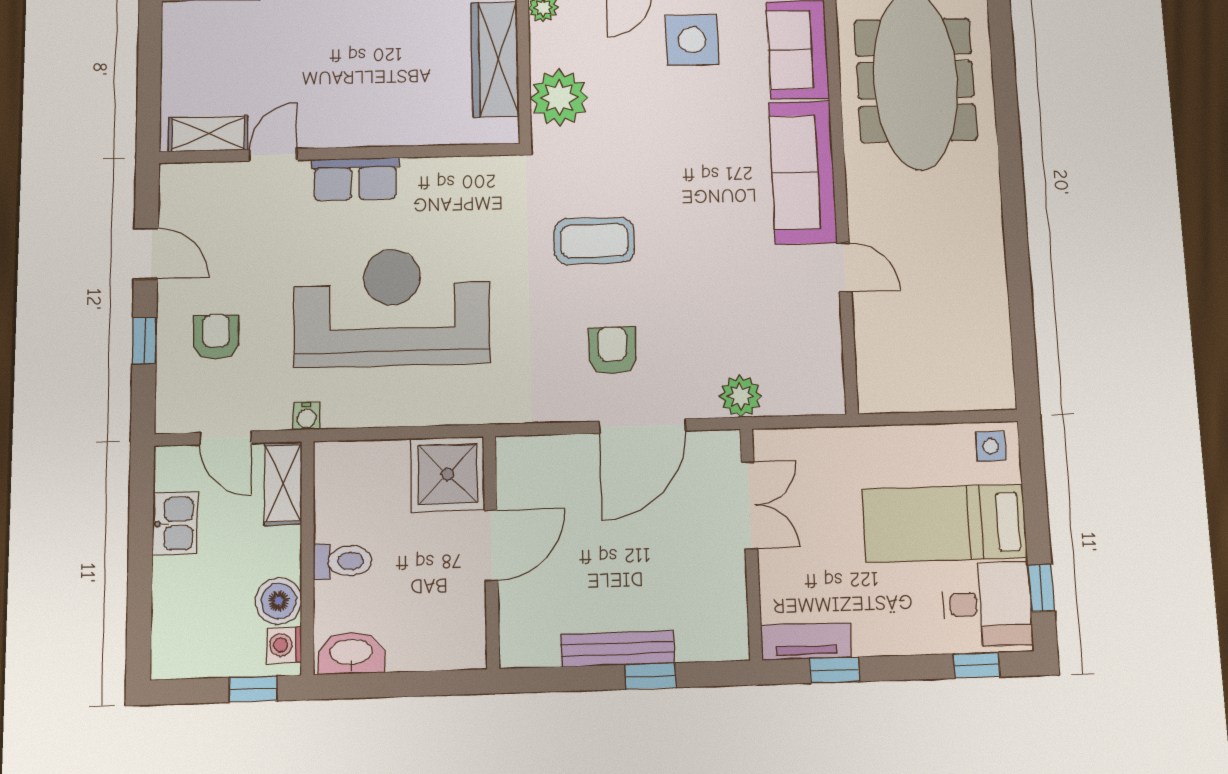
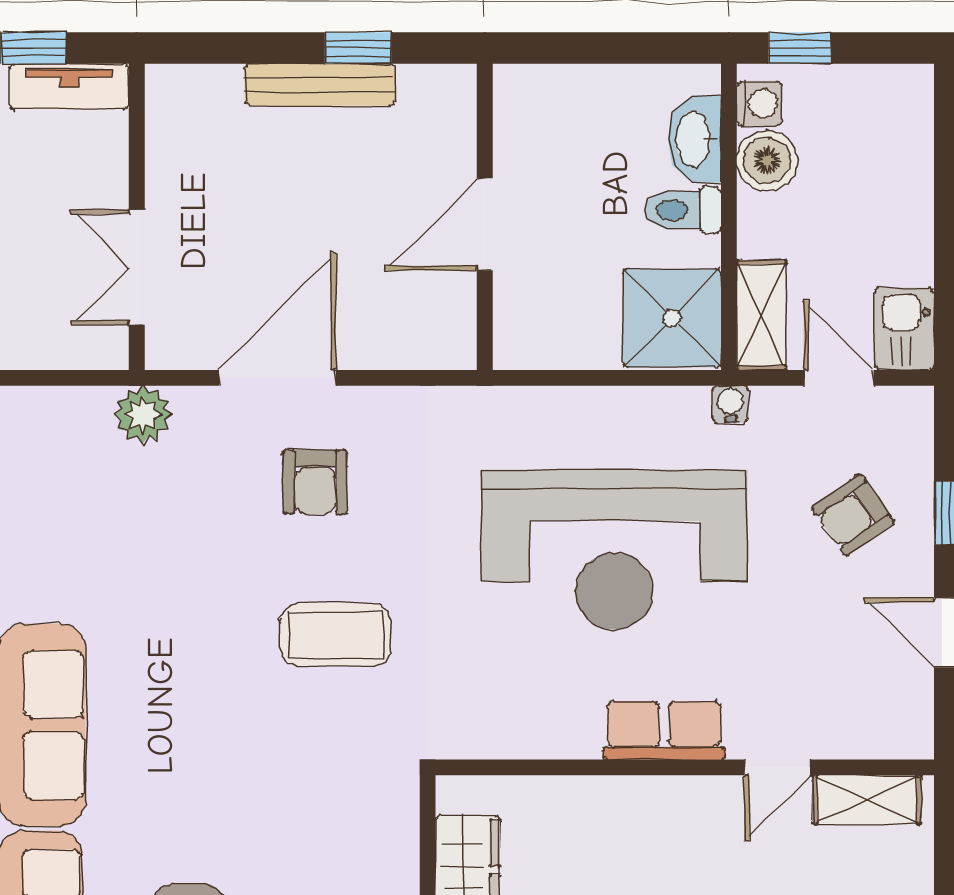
plant: (559, 98) -> (379, 840), removed
armchair: (216, 337) -> (853, 515), turned 55
shower: (448, 474) -> (672, 318), moved
kitchen sink: (175, 524) -> (904, 329), moved
washbasin: (351, 653) -> (695, 139), moved, turned 90
window: (650, 676) -> (358, 48), moved

